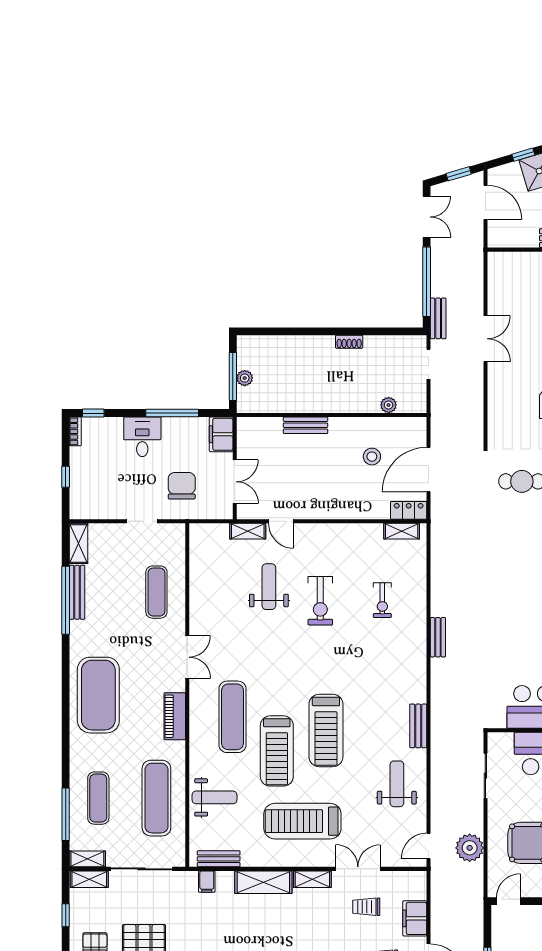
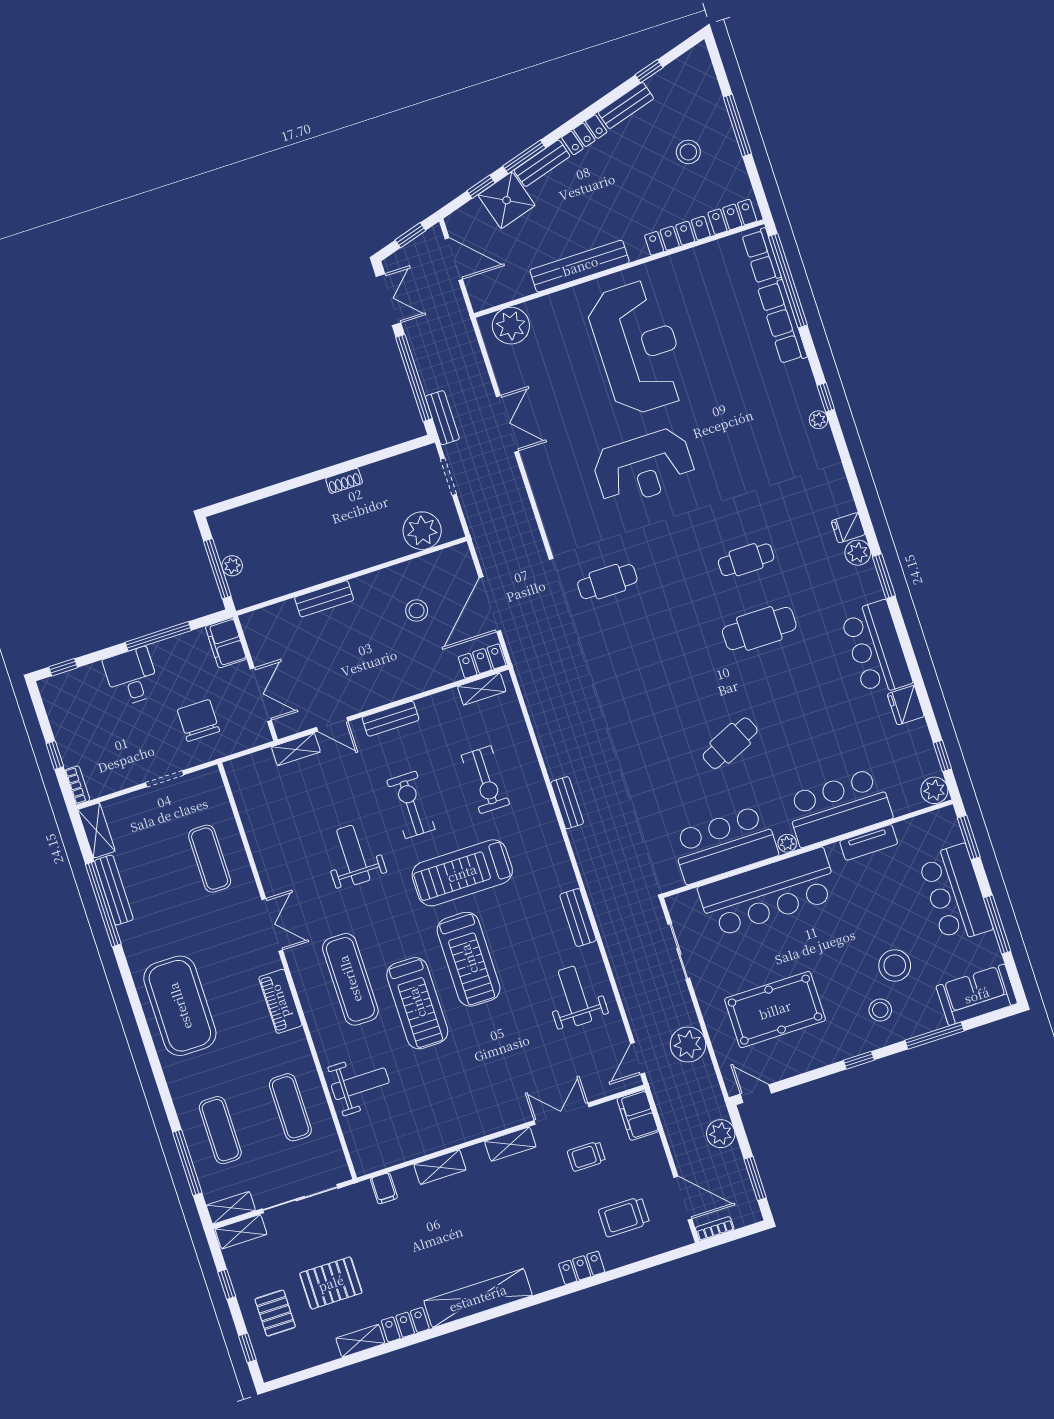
plant: (512, 266) -> (511, 326), added
plant: (389, 405) -> (422, 531), width x1.88, depth x1.88
bookcase: (75, 431) -> (77, 785), moved
weight bench: (269, 587) -> (353, 855), moved
exercise bike: (382, 600) -> (485, 780), width x1.38, depth x1.39
exercise bike: (320, 601) -> (411, 805), turned 180
exercise mat: (156, 798) -> (290, 1107), width x0.73, depth x0.69
treadmill: (302, 821) -> (462, 873), moved
bench: (219, 859) -> (391, 719), moved
shelving: (263, 882) -> (440, 1167), width x0.67, depth x0.75
door: (508, 901) -> (756, 1094), hinge flipped
filing cabinet: (415, 918) -> (638, 1115), moved
plant: (472, 923) -> (721, 1134), added

